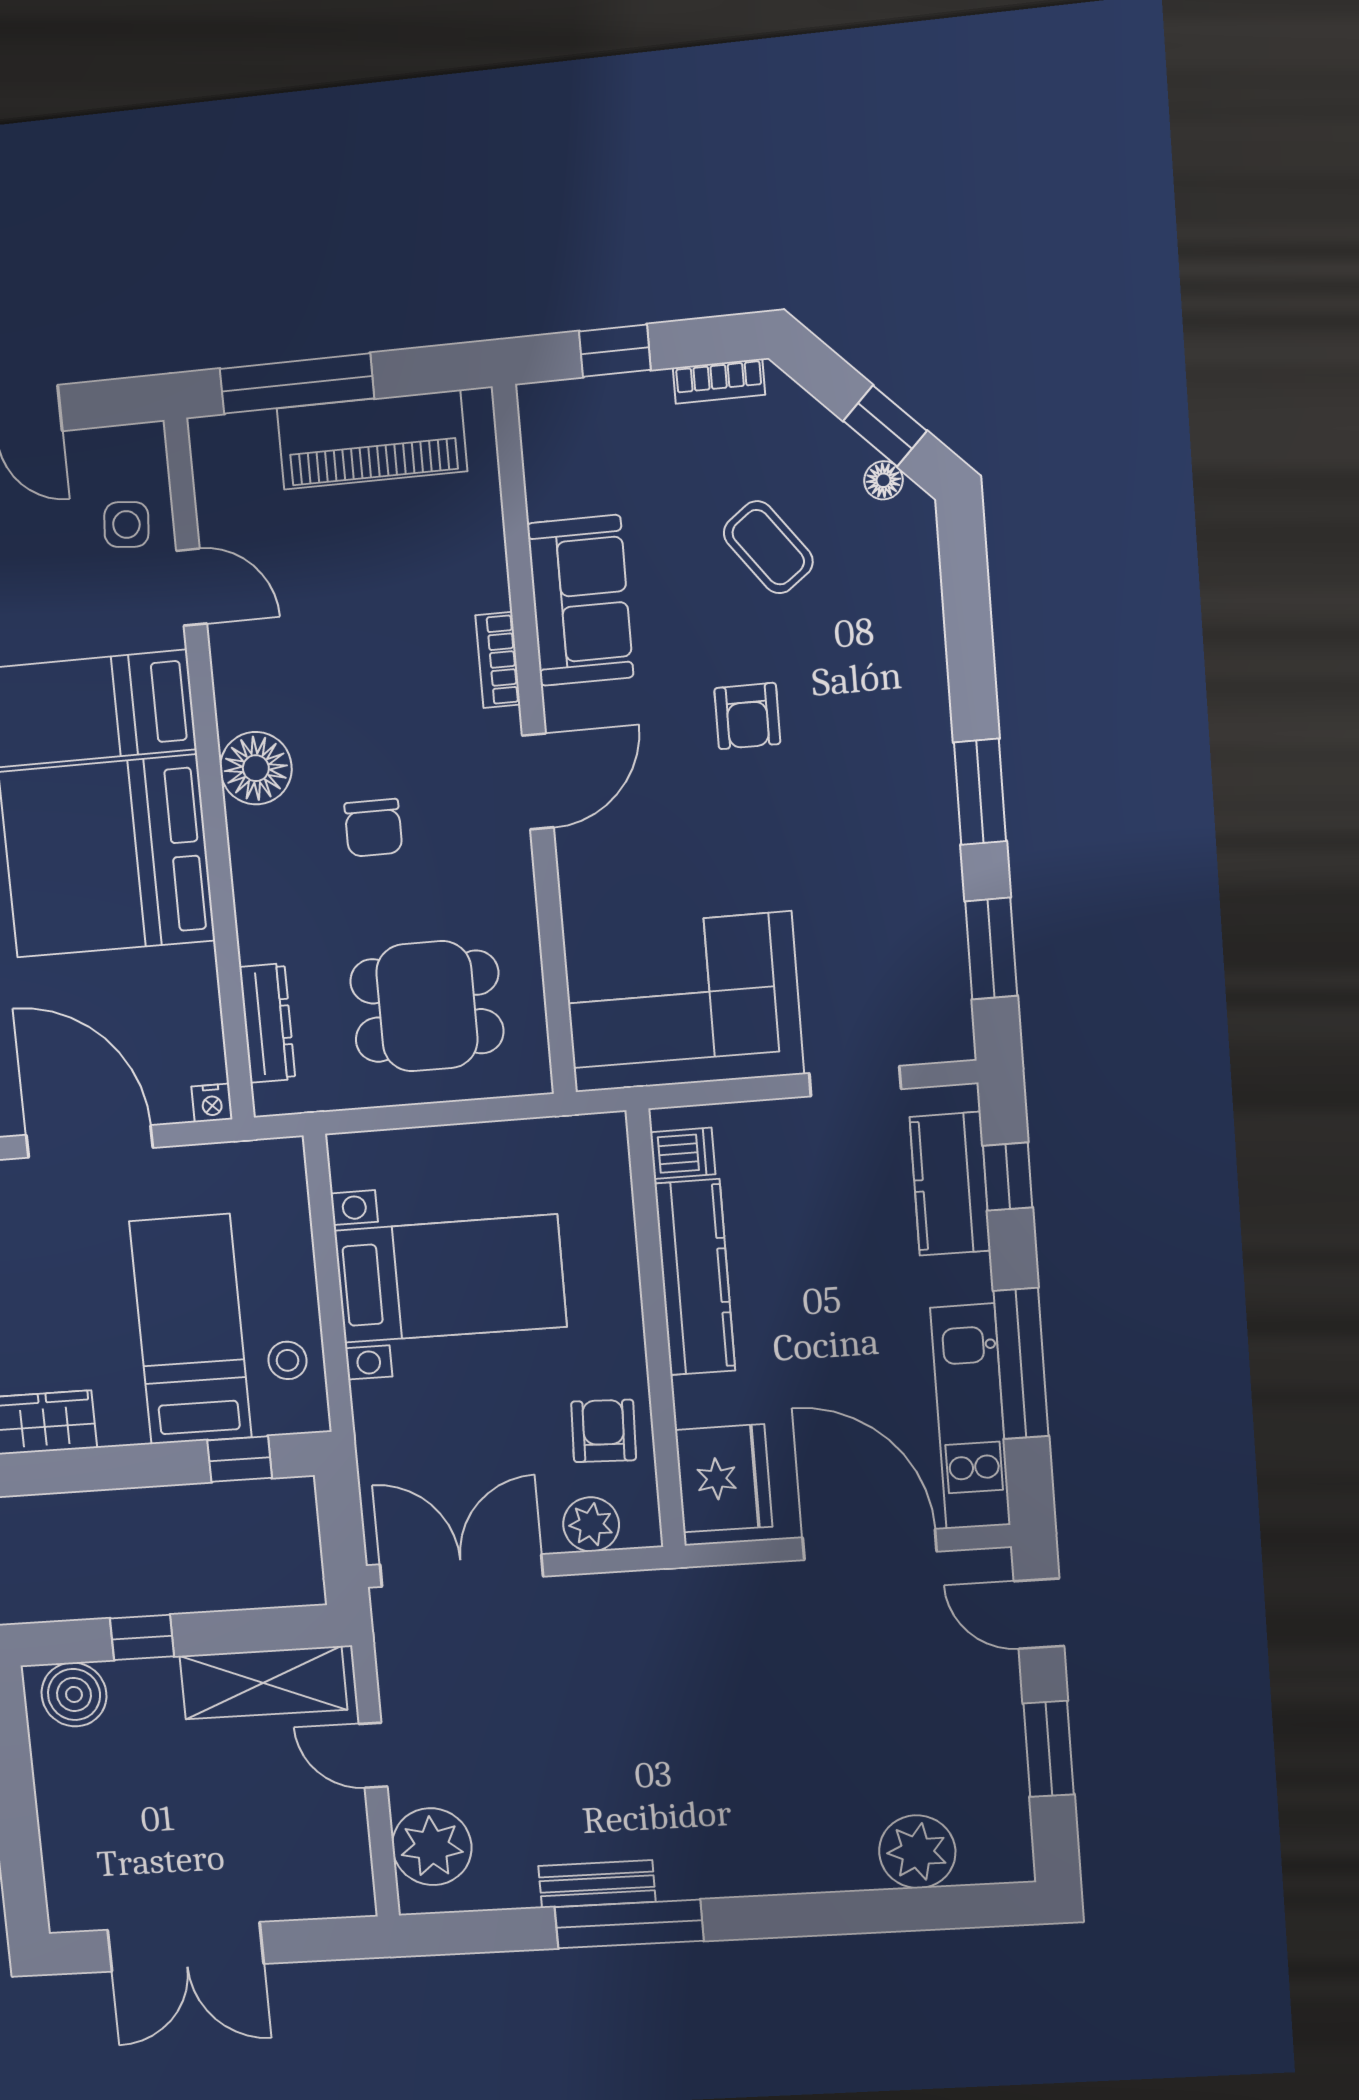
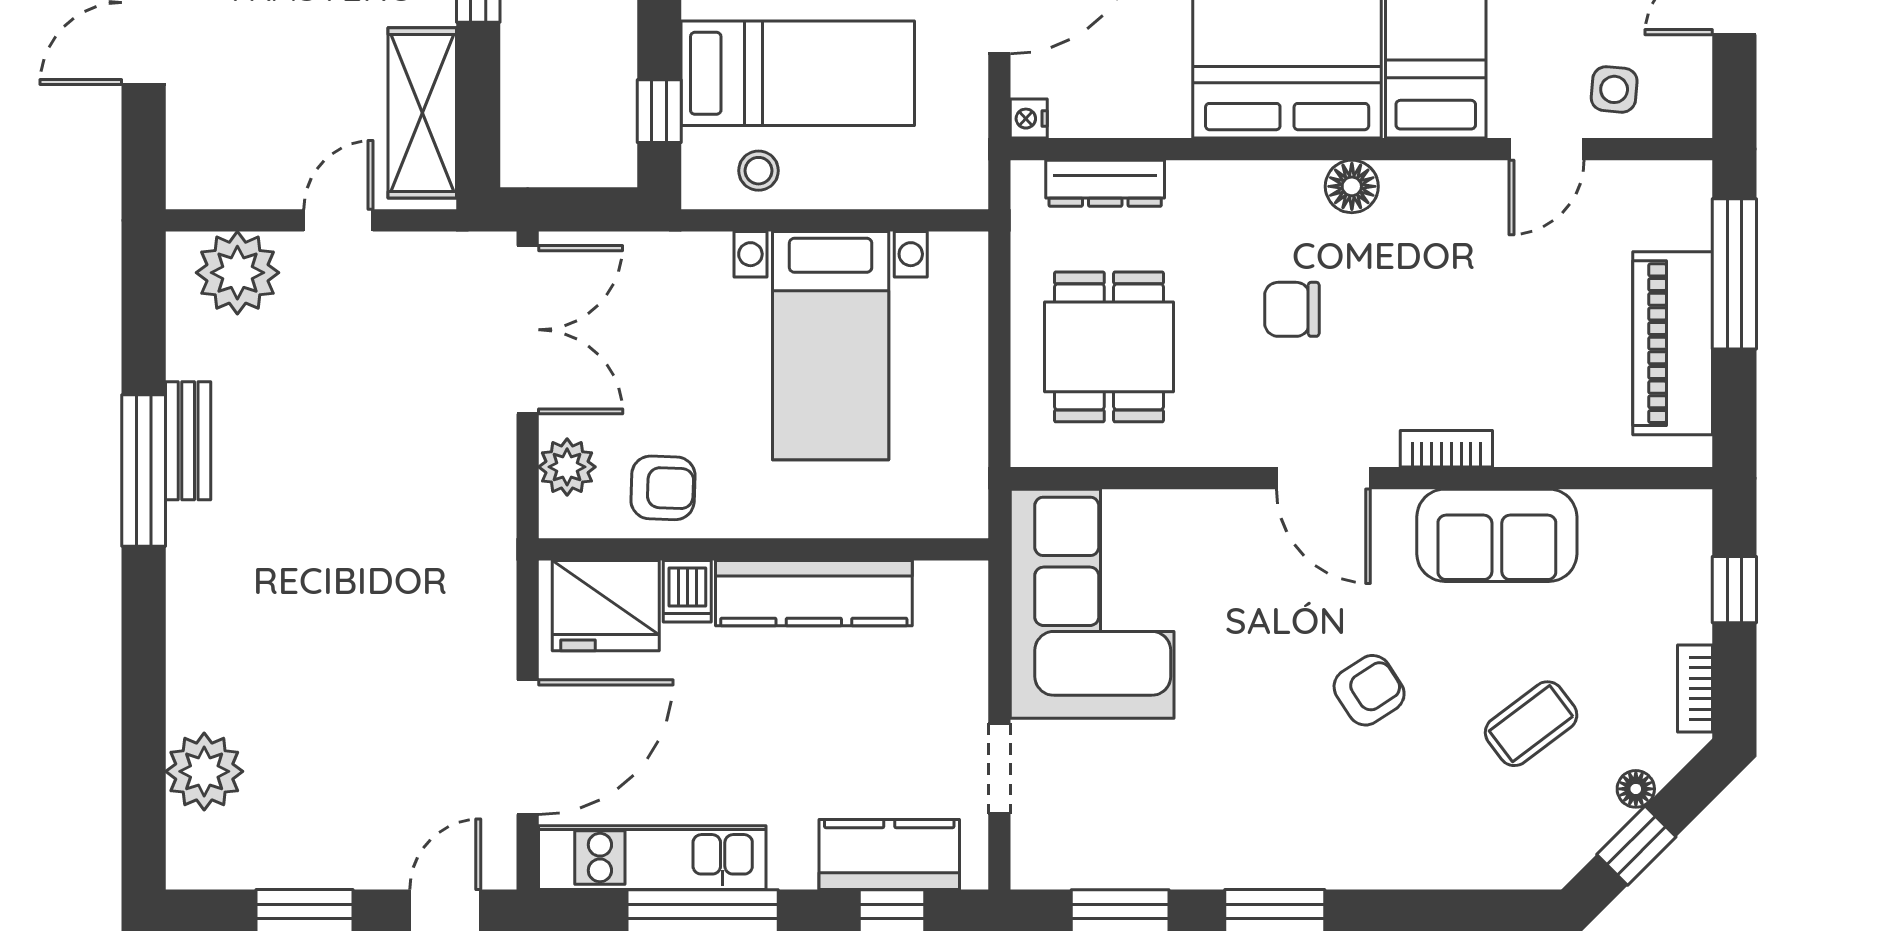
floor lamp: (883, 480) -> (1636, 789), moved
armchair: (747, 716) -> (1369, 690), turned 147
floor lamp: (256, 768) -> (1352, 186), width x0.73, depth x0.73
dishwasher: (683, 1153) -> (687, 591), moved

